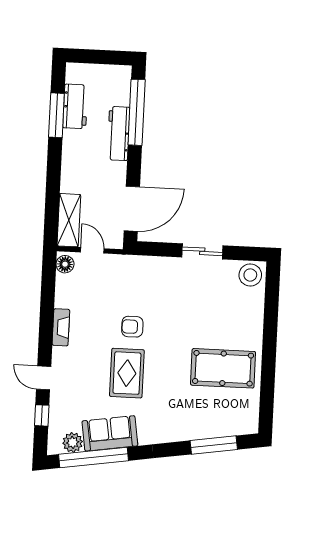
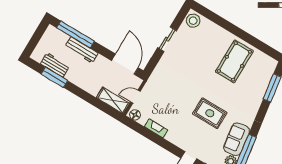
fireplace: (61, 327) -> (156, 128), moved
armchair: (132, 327) -> (187, 97), removed

